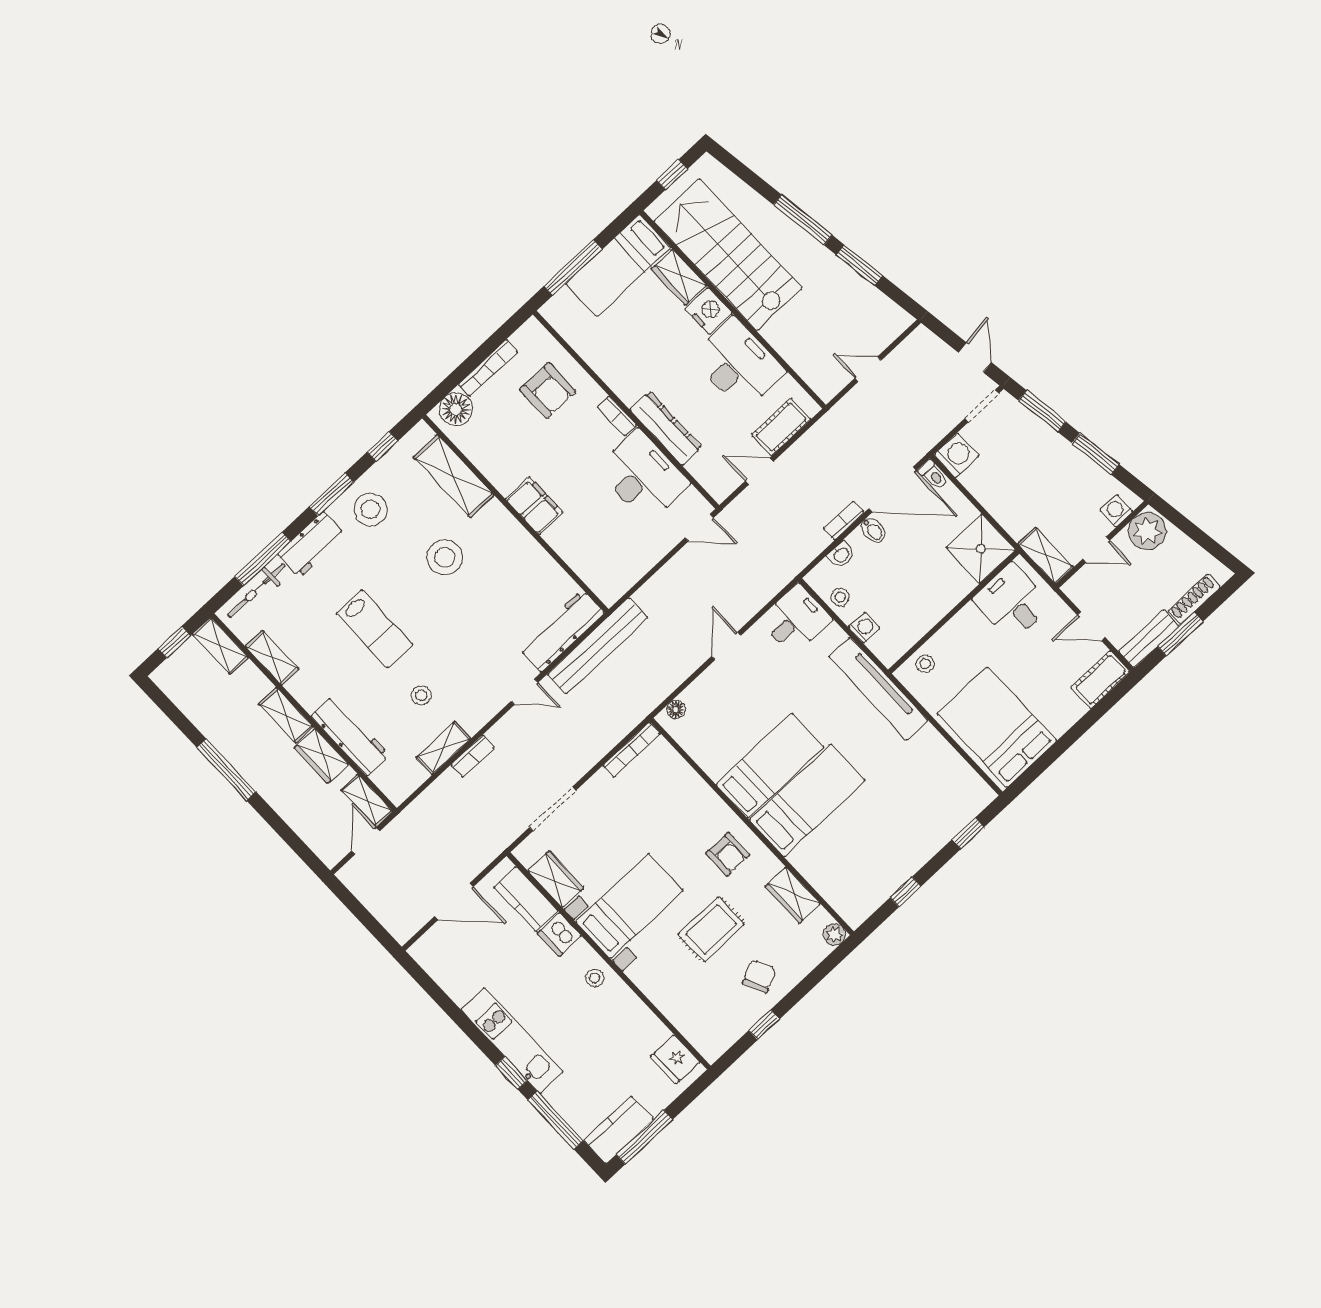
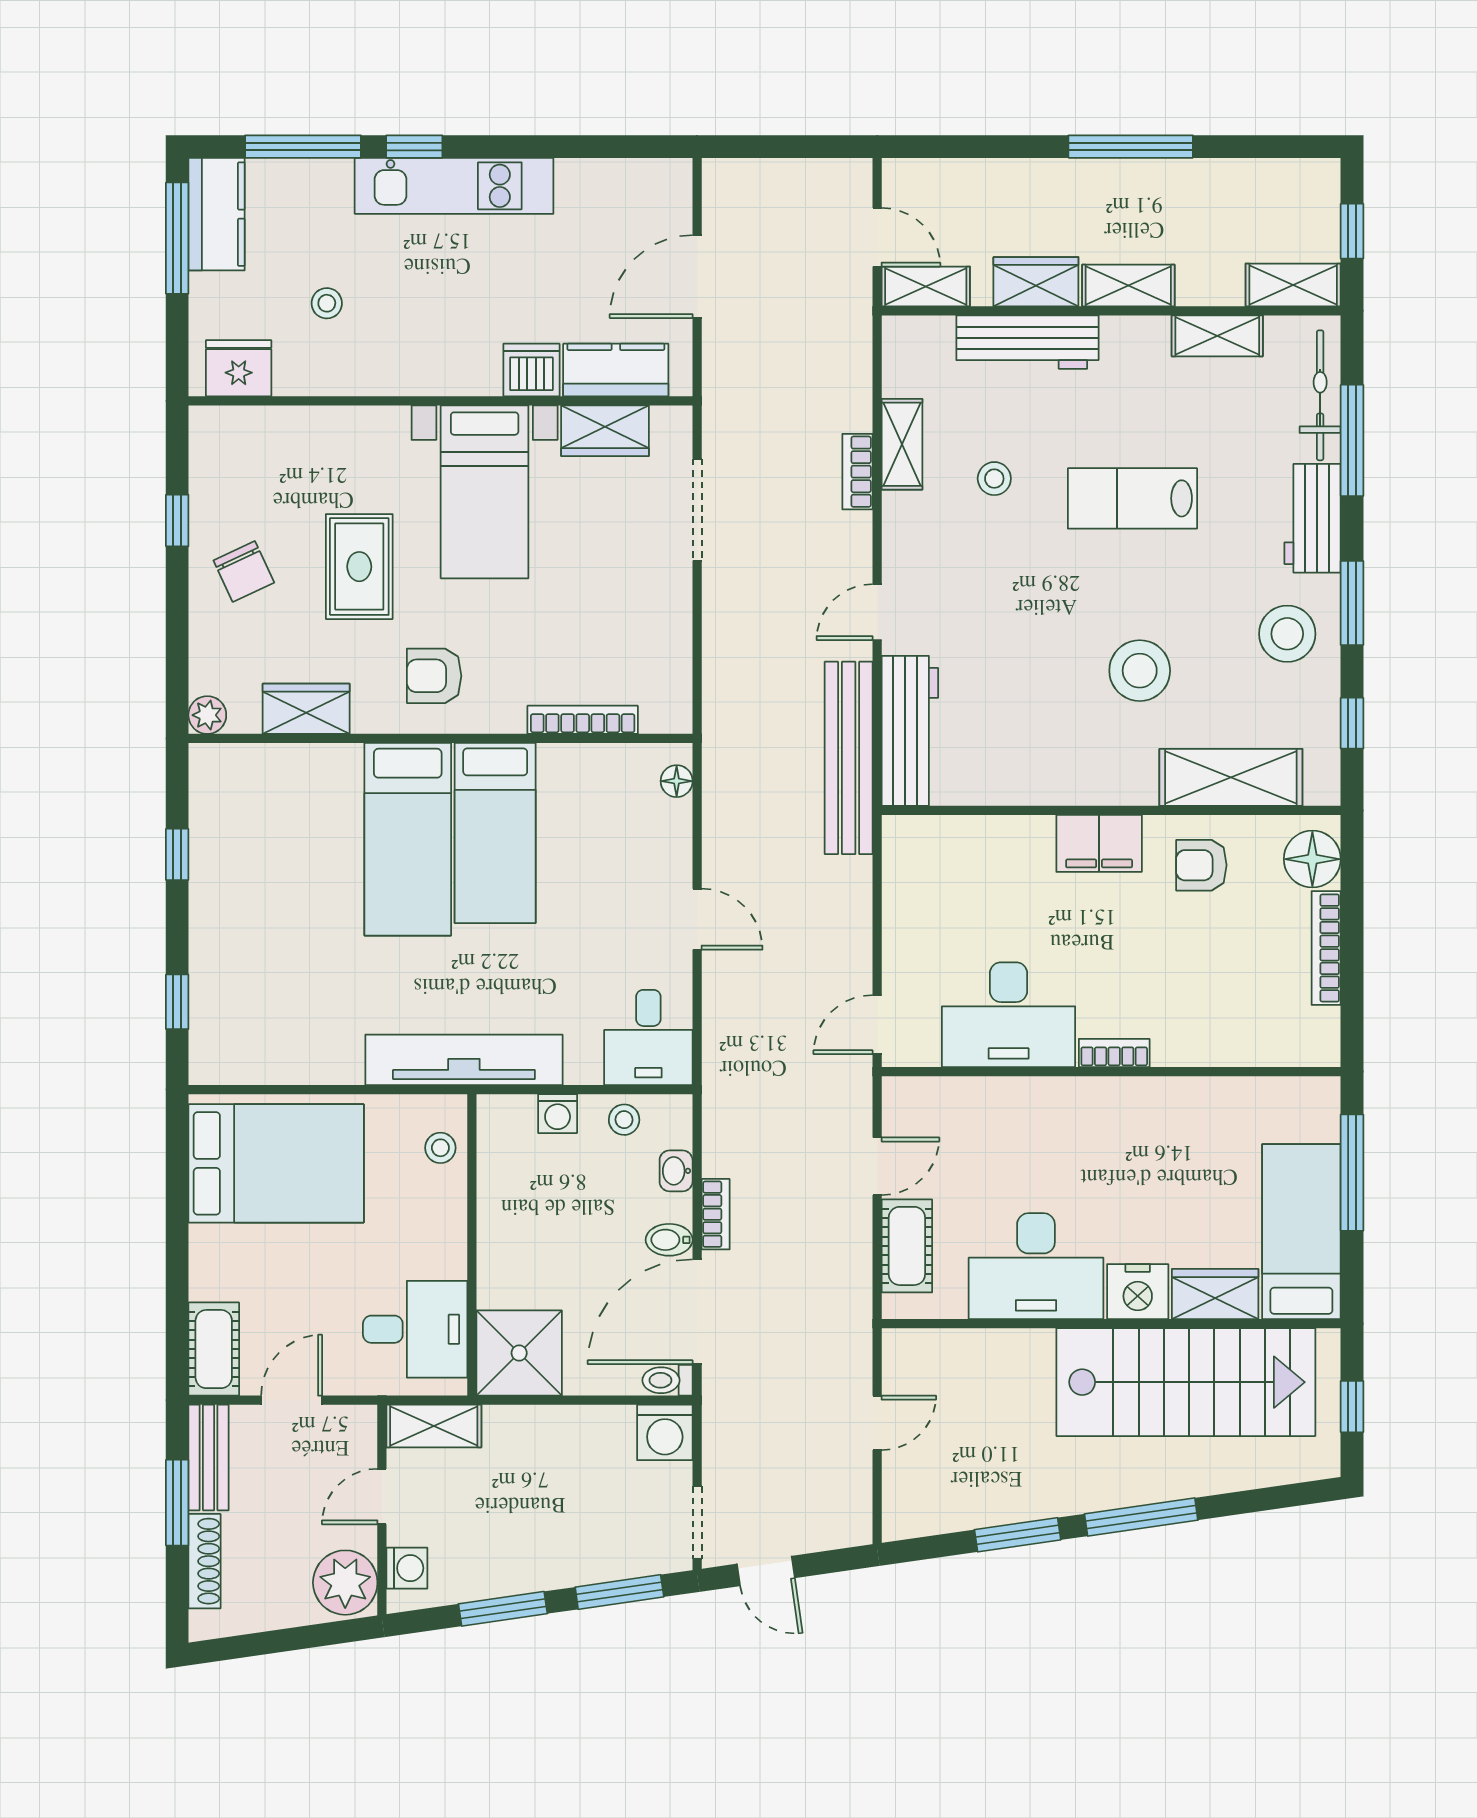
armchair: (548, 390) -> (1201, 865), moved, width x0.72, depth x0.72
dresser: (666, 428) -> (1041, 1100), removed
bookcase: (632, 749) -> (583, 720), moved, turned 90
stool: (595, 978) -> (327, 303), moved

